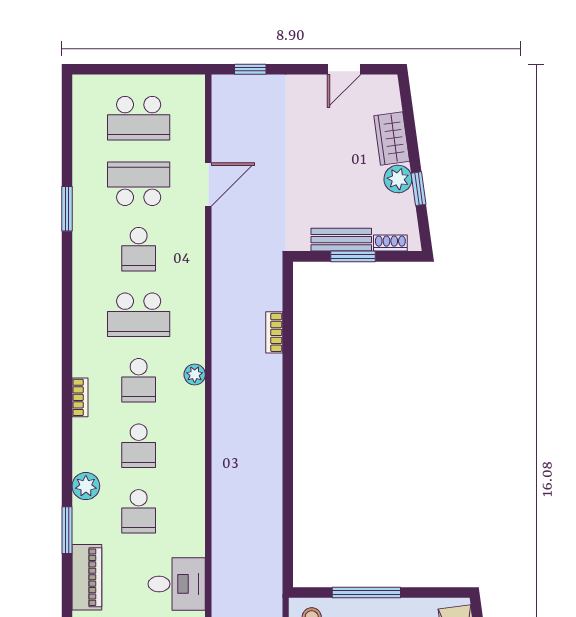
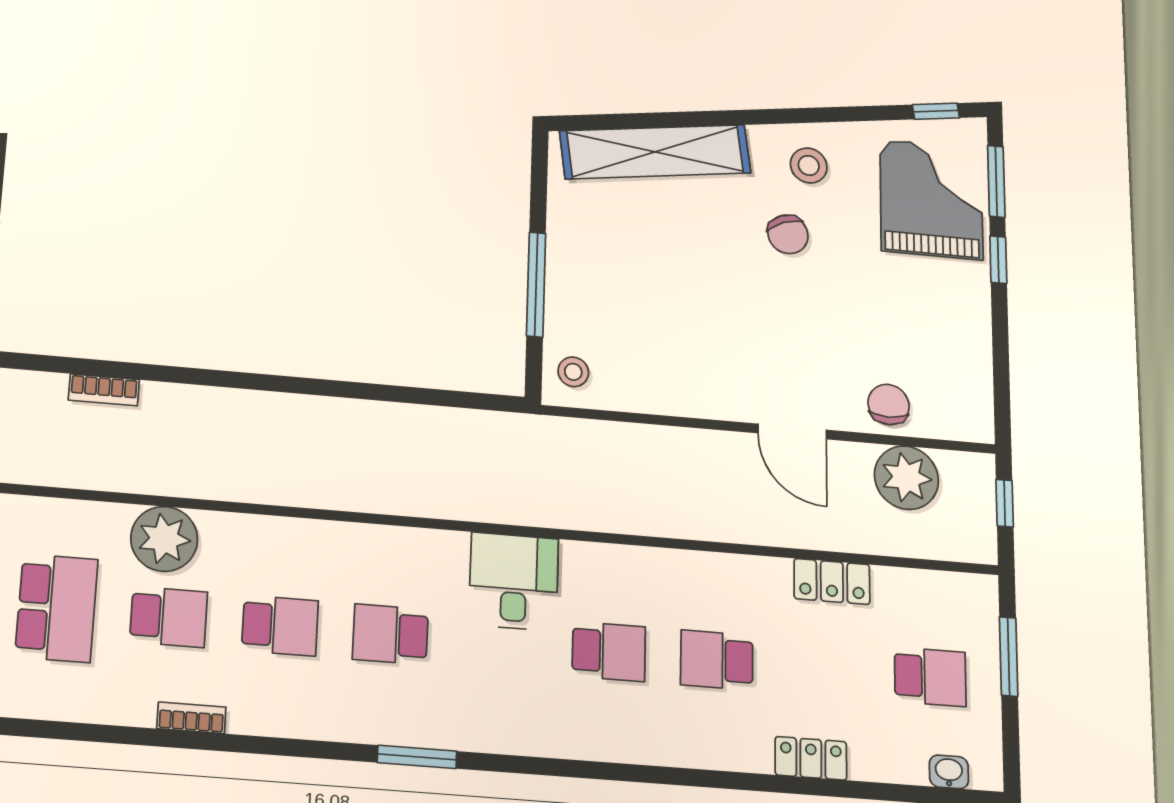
plant: (195, 375) -> (164, 539), width x1.87, depth x1.87
plant: (86, 486) -> (344, 719), removed
school desk: (139, 511) -> (390, 634), turned 180
piano: (87, 577) -> (498, 729), removed

